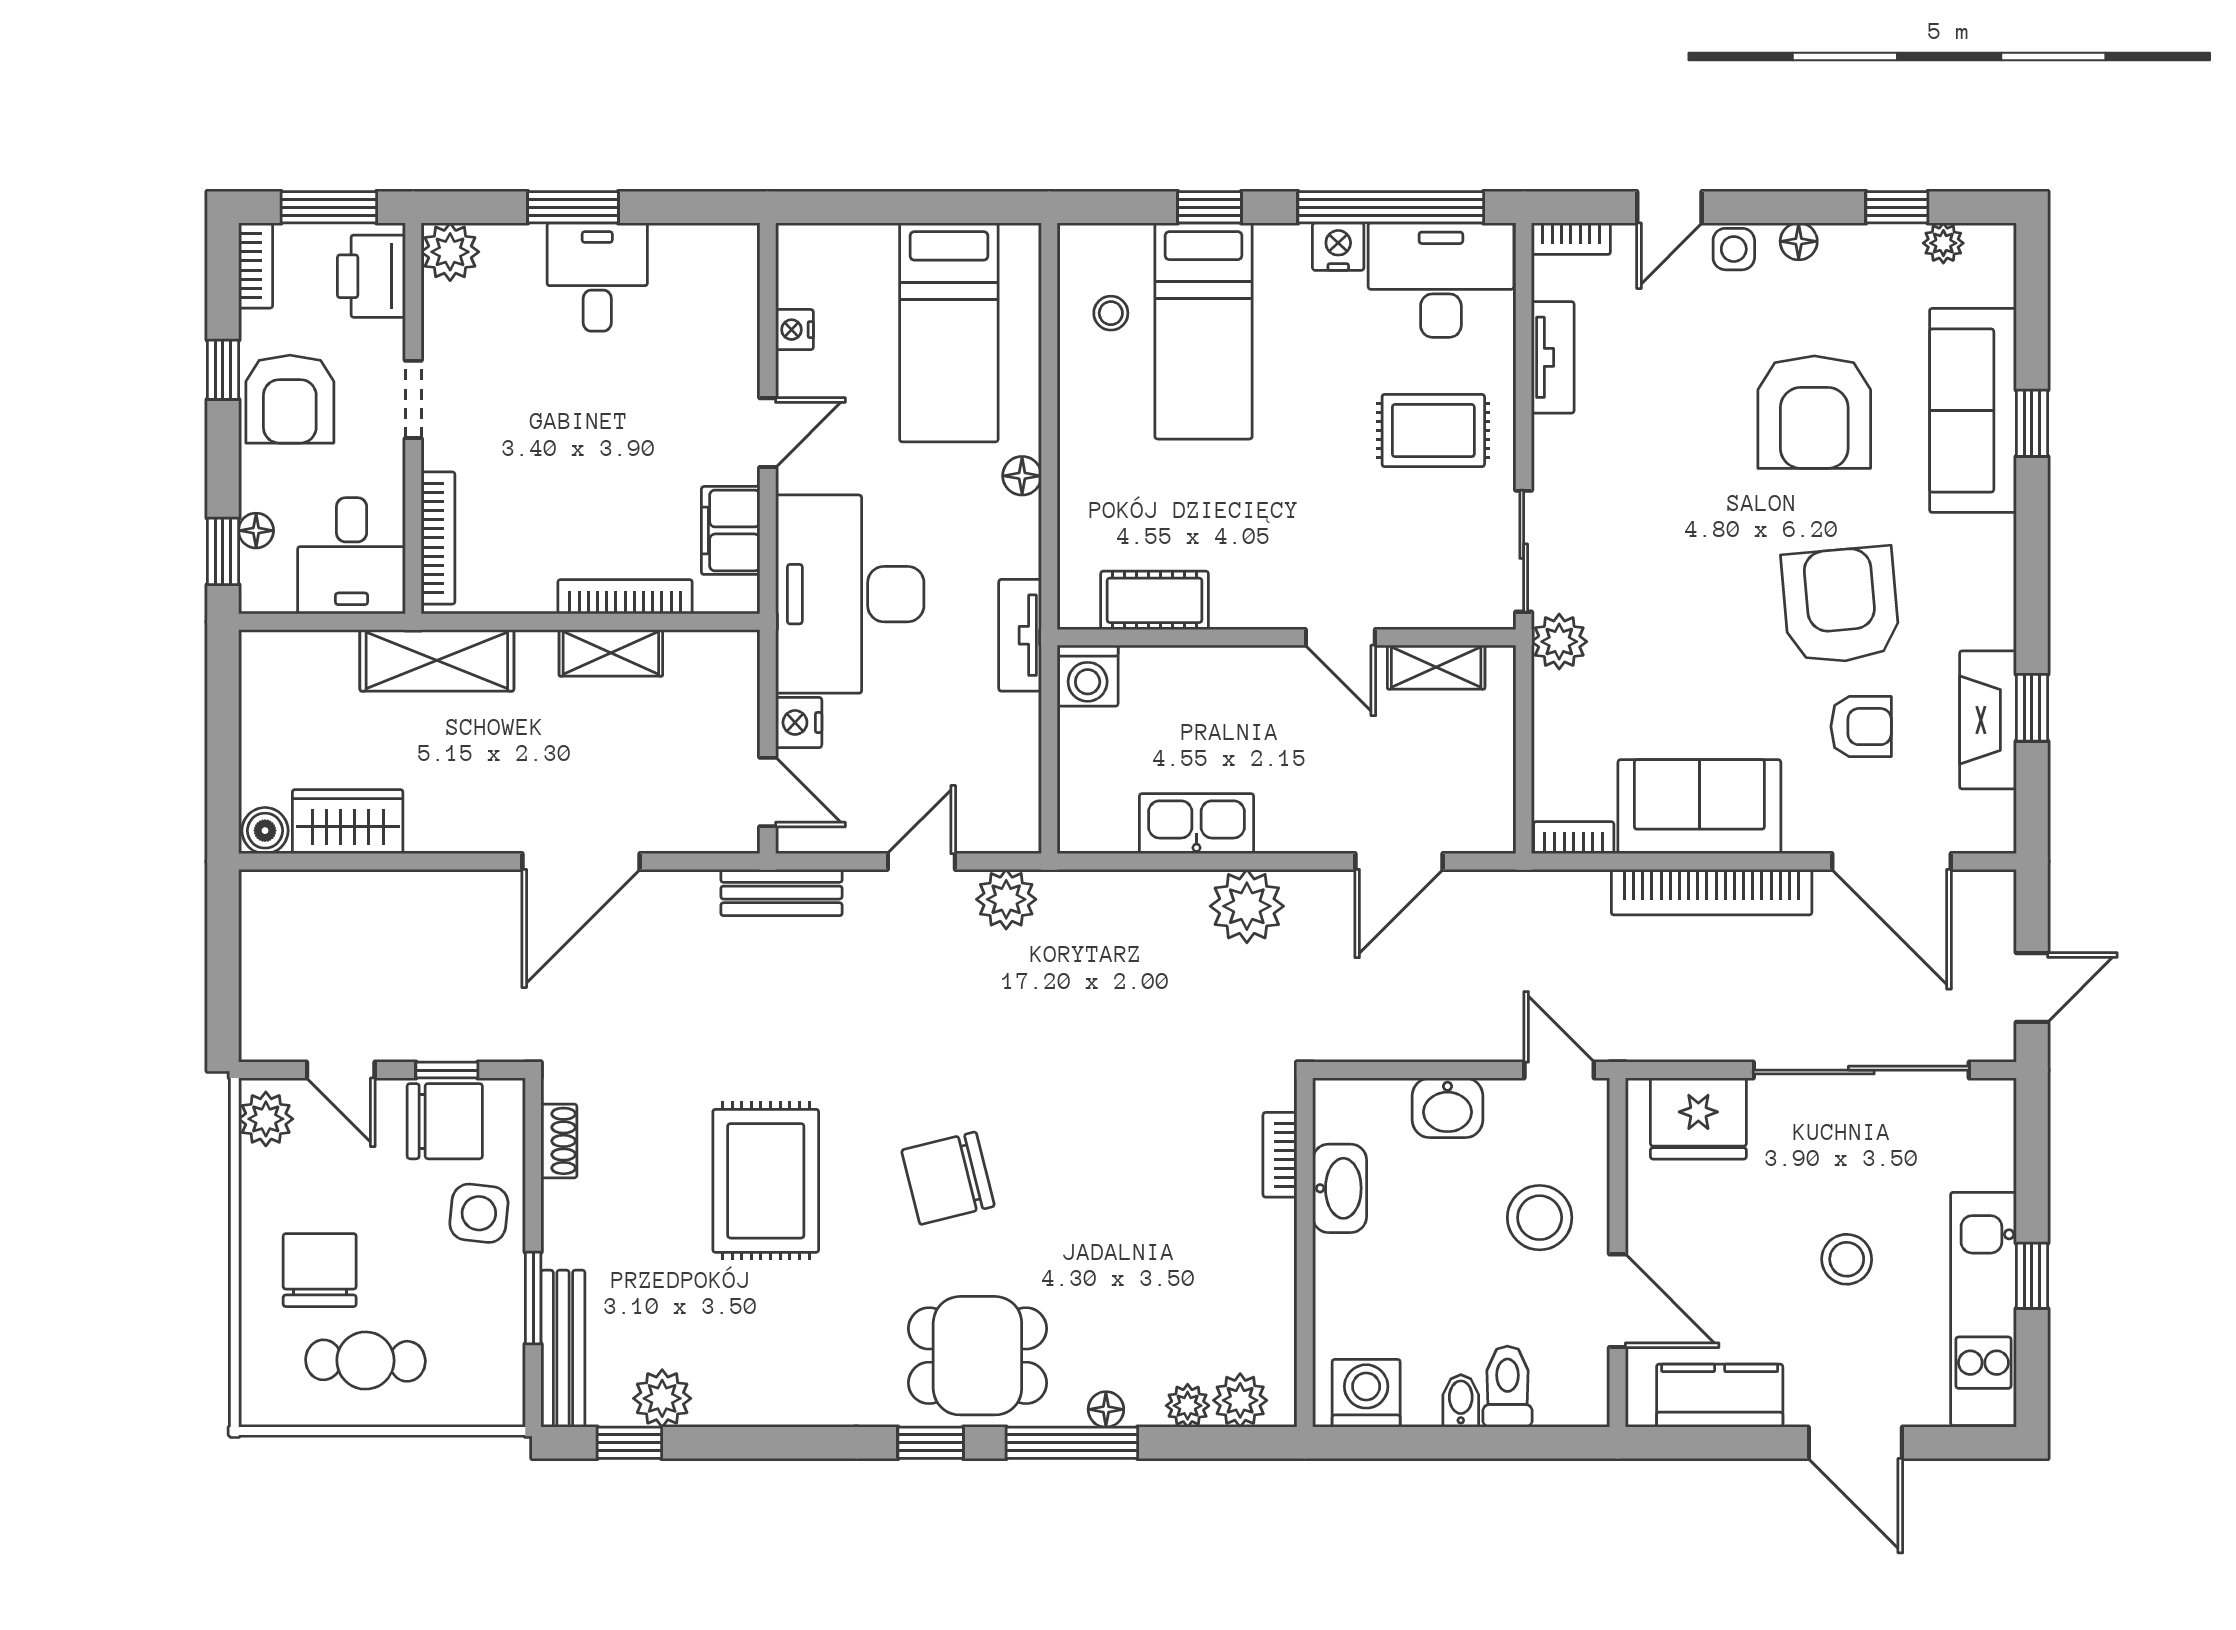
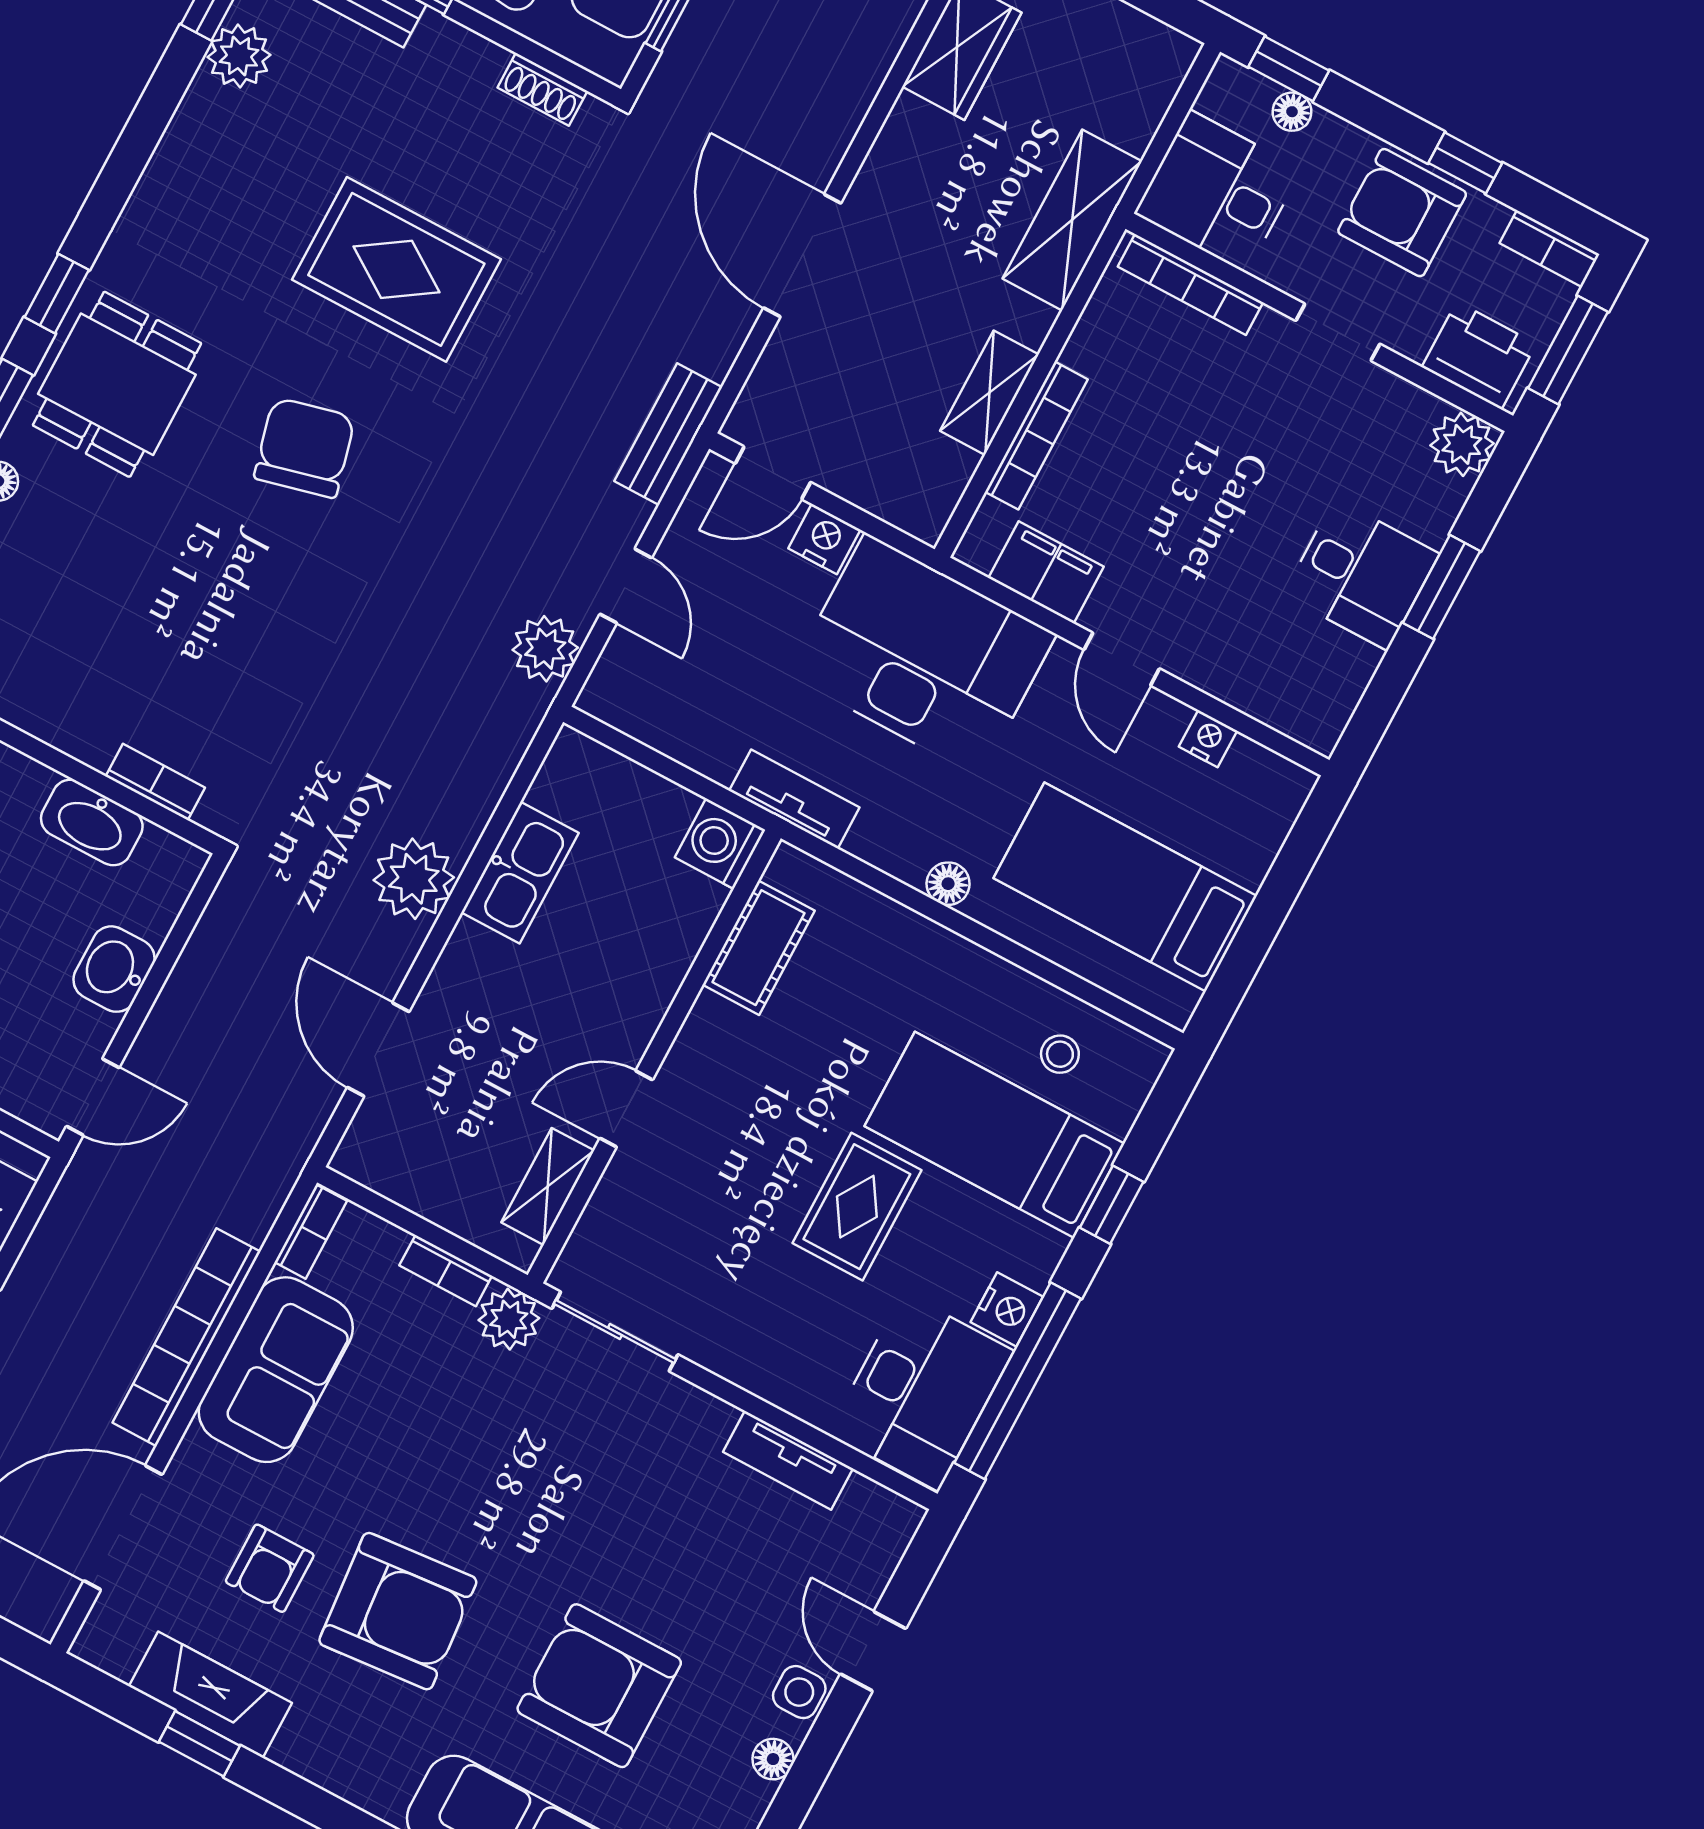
bookcase: (1571, 239) -> (446, 1271), moved, turned -90
rug: (1433, 431) -> (857, 1207), moved

